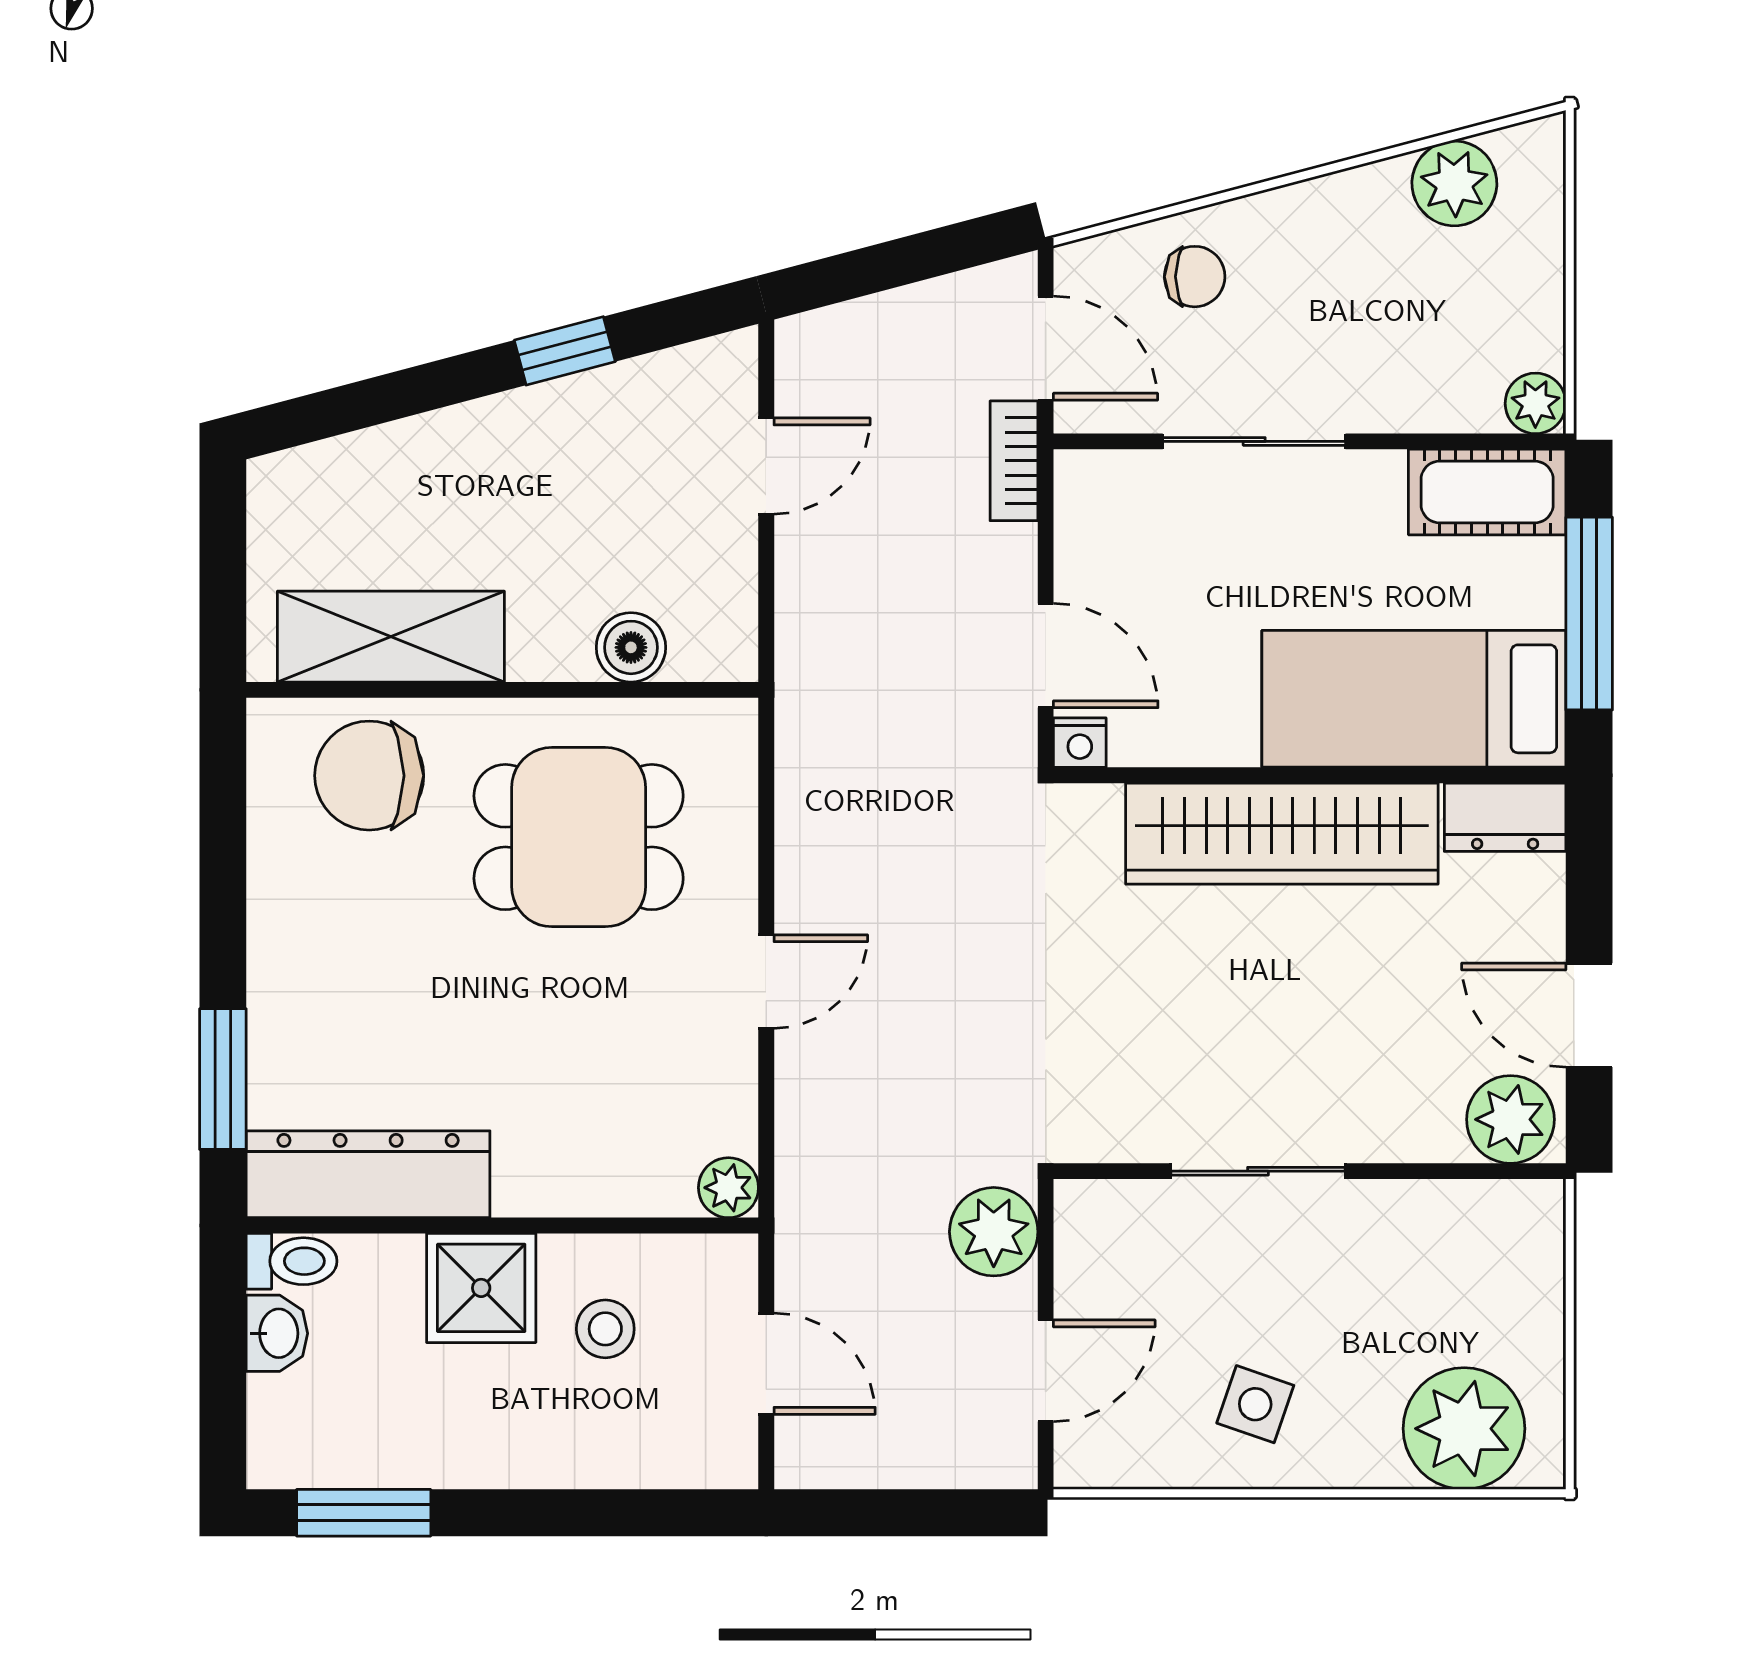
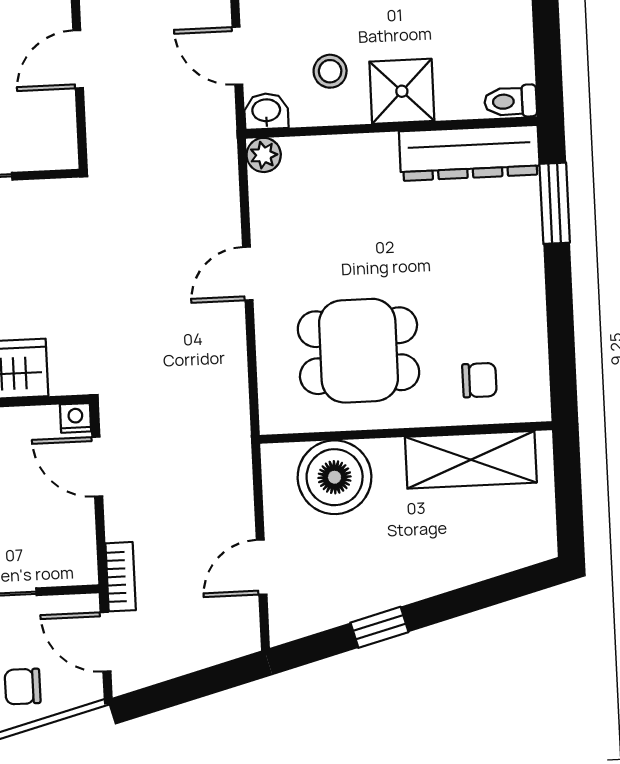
boiler: (631, 647) -> (335, 477), width x1.86, depth x1.86
chair: (369, 776) -> (479, 380), width x0.54, depth x0.54
plant: (994, 1232) -> (111, 137), removed
washbasin: (277, 1333) -> (266, 111), moved, turned 90

